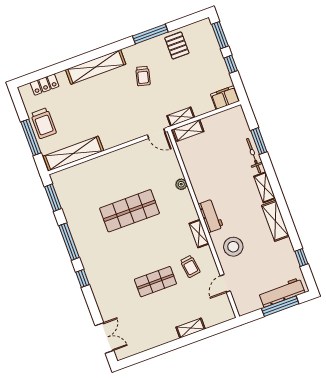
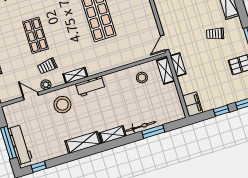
stool: (198, 157) -> (142, 78), added
plant: (181, 184) -> (46, 85), moved
window: (301, 257) -> (39, 167), moved

